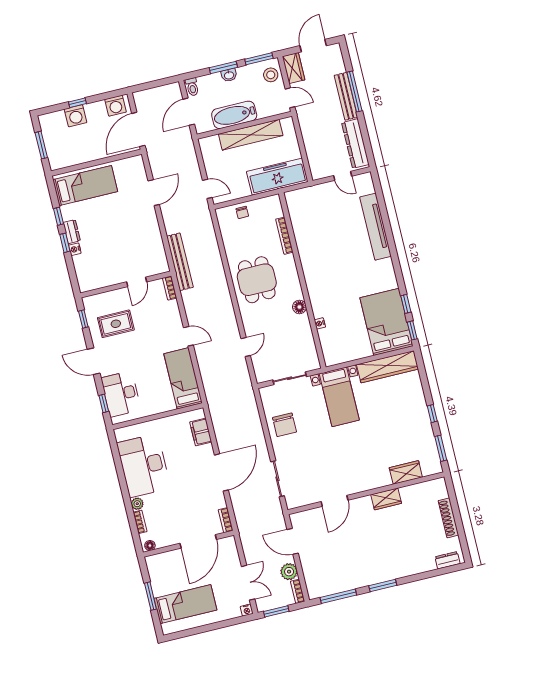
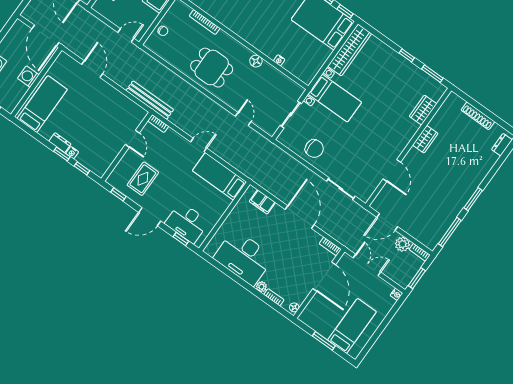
washing machine: (116, 106) -> (28, 77), moved, turned 180
window: (58, 216) -> (82, 168), moved
double door: (248, 583) -> (367, 265), moved

